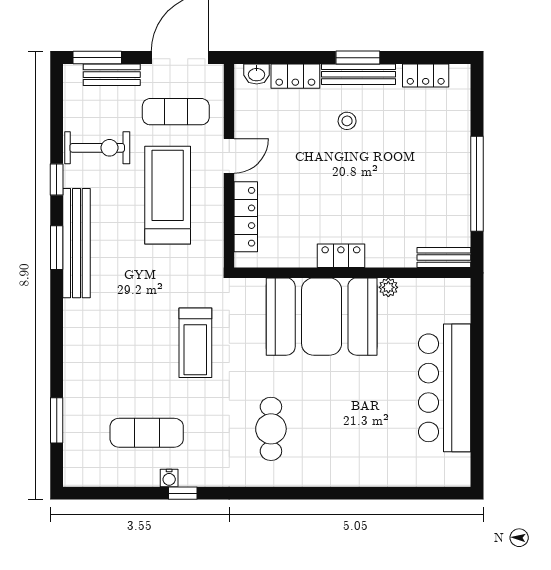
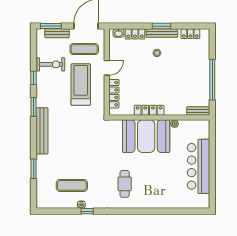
bench: (76, 243) -> (42, 131), moved
locker: (341, 256) -> (149, 110), width x1.53
treadmill: (195, 343) -> (92, 147), removed
window: (57, 420) -> (34, 169), moved

